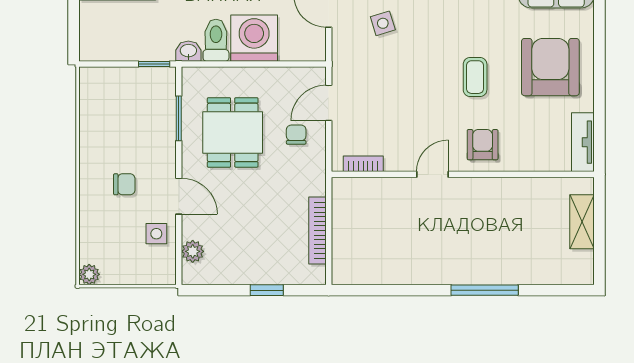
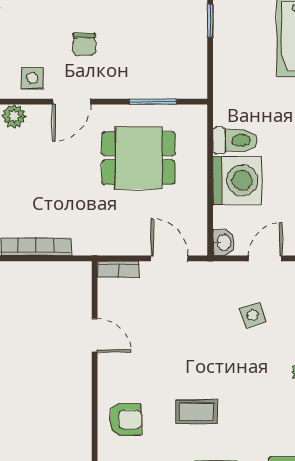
washbasin: (188, 51) -> (224, 243), moved
window: (154, 64) -> (210, 21), moved
chair: (296, 135) -> (136, 224), removed
bookcase: (363, 164) -> (118, 270), moved, turned 90
door: (432, 174) -> (95, 335), moved

